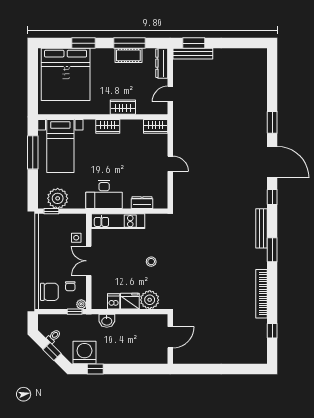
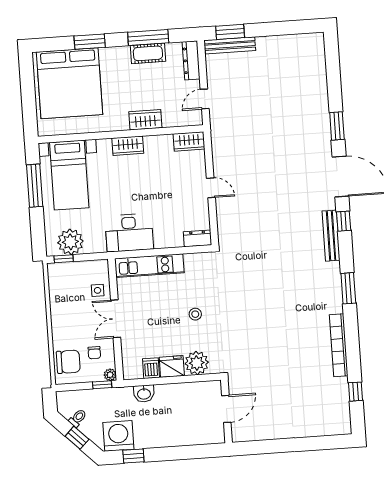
dresser: (142, 203) -> (197, 238), moved
bench: (261, 228) -> (331, 236), moved

